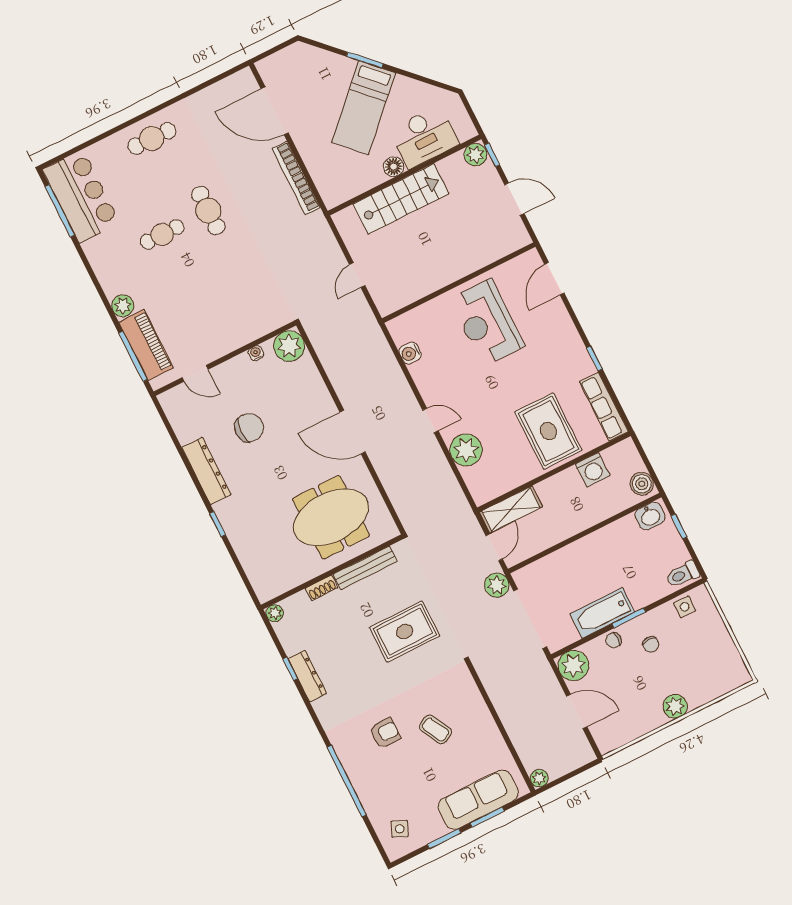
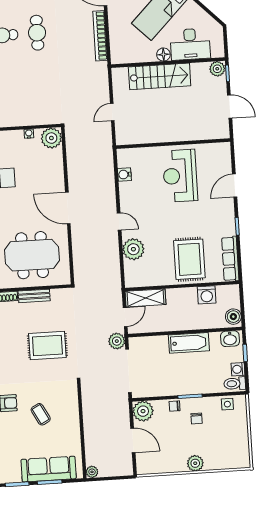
door: (554, 279) -> (235, 186), moved
washing machine: (679, 553) -> (238, 369), added
bench: (365, 568) -> (34, 296), width x0.73
bathtub: (602, 613) -> (189, 343), moved, turned 180

